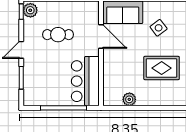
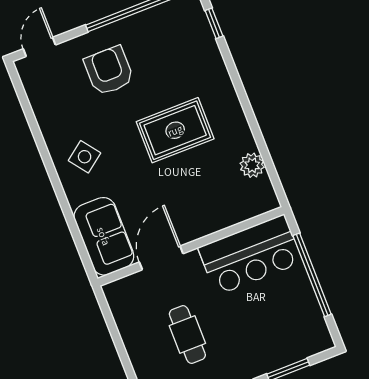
side table: (159, 28) -> (85, 157), moved
rug: (162, 68) -> (175, 130), turned 90

